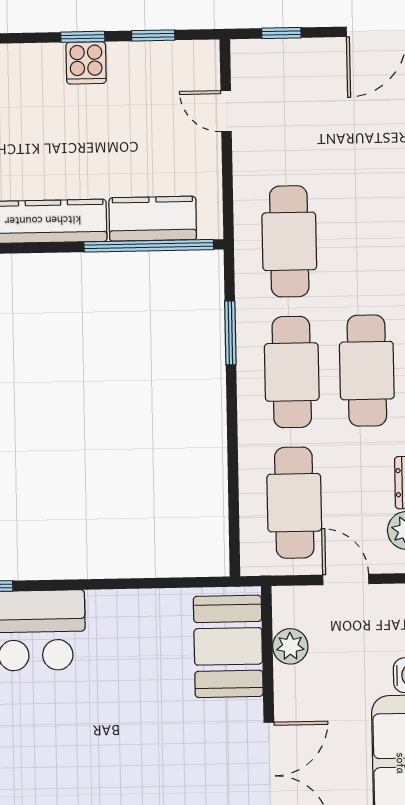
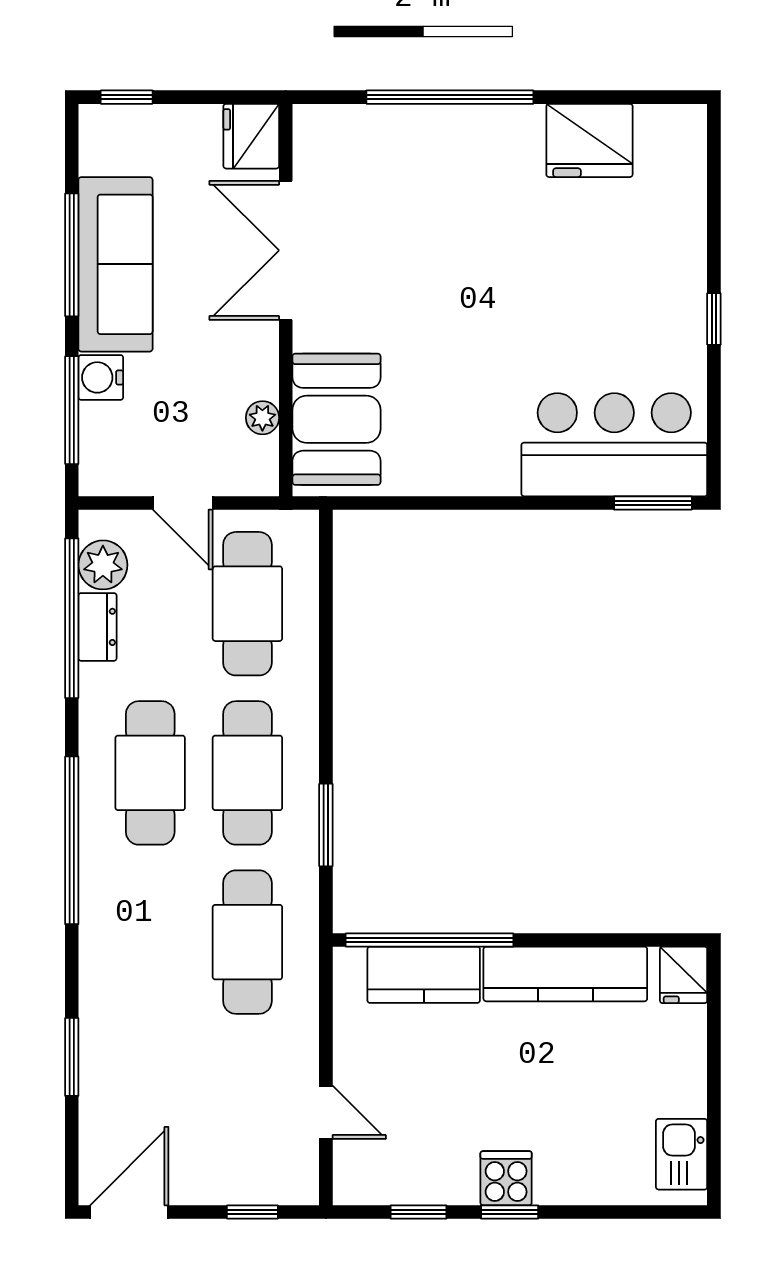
plant: (290, 646) -> (262, 418), width x0.73, depth x0.73

